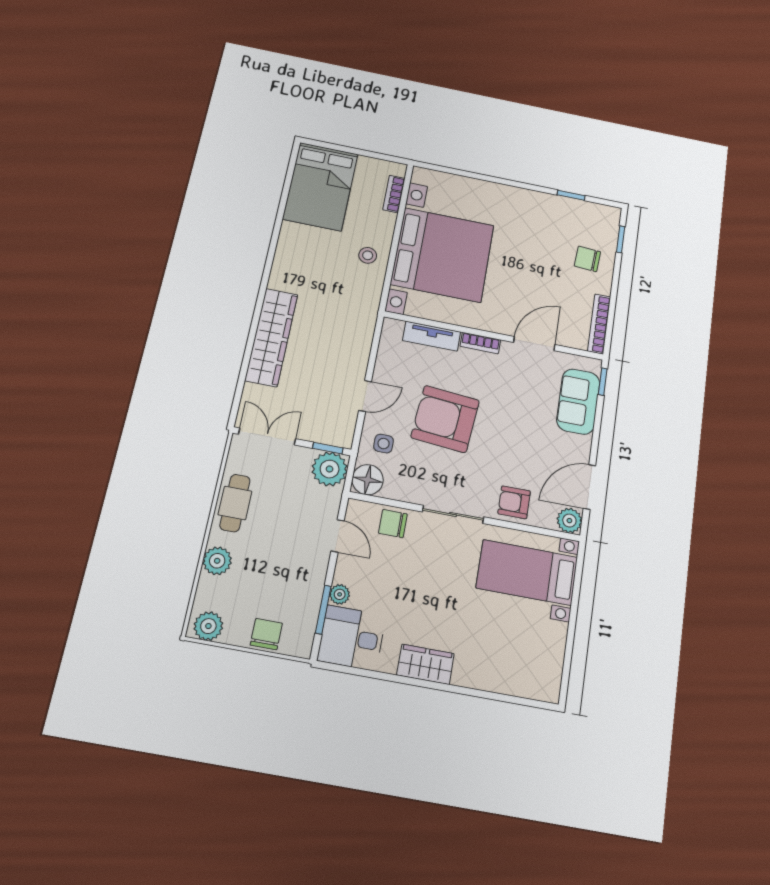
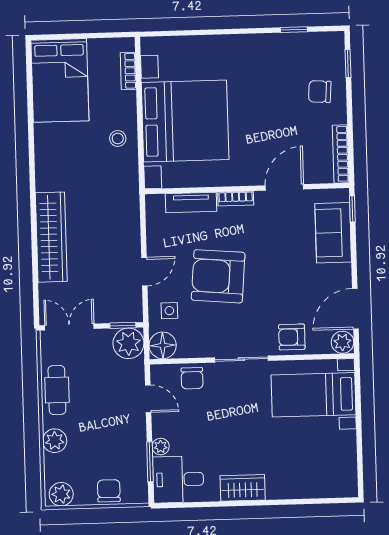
chair: (393, 524) -> (192, 378), turned -90

